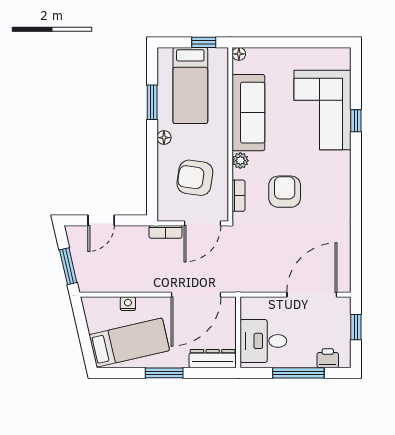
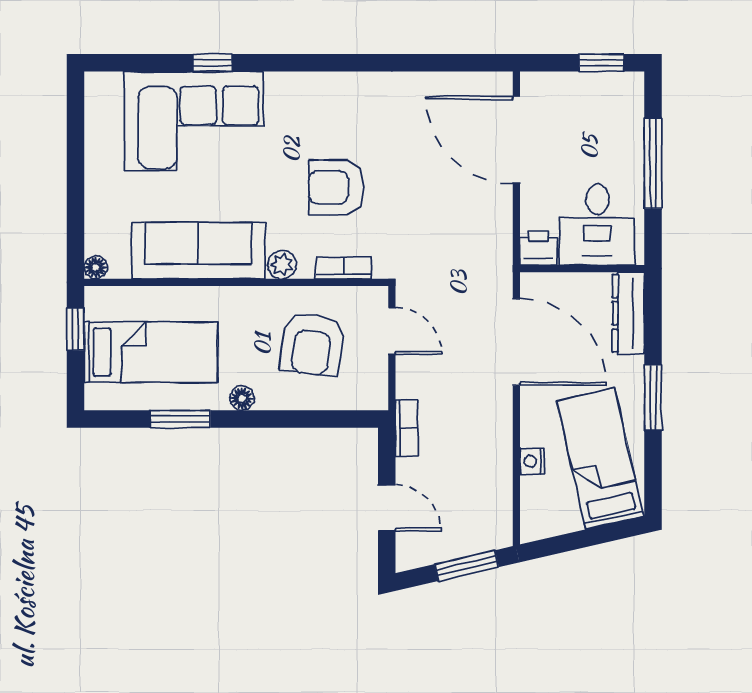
door: (202, 223) -> (392, 331), width x0.73
bookcase: (165, 232) -> (407, 428), moved
window: (356, 327) -> (602, 63), moved
printer: (328, 358) -> (538, 248), moved, turned 90

